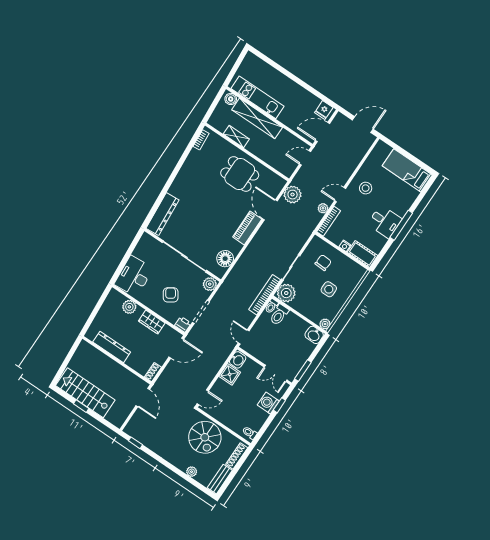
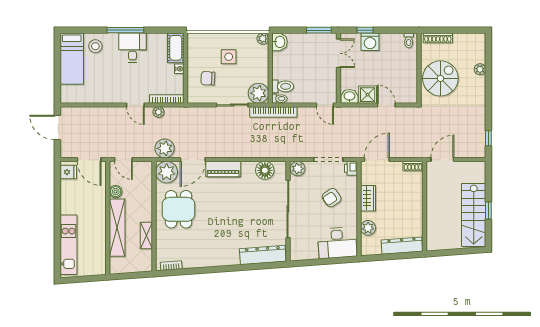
kitchen unit: (257, 97) -> (69, 245), moved, turned 180
boiler: (231, 99) -> (116, 192), moved
plant: (274, 184) -> (167, 172), added
stool: (366, 188) -> (95, 46), moved
door: (244, 337) -> (325, 105), hinge flipped
dresser: (112, 347) -> (402, 246), moved, turned 86
door: (176, 348) -> (377, 160), hinge flipped
door: (203, 397) -> (386, 105), moved
bench: (220, 479) -> (469, 39), removed

